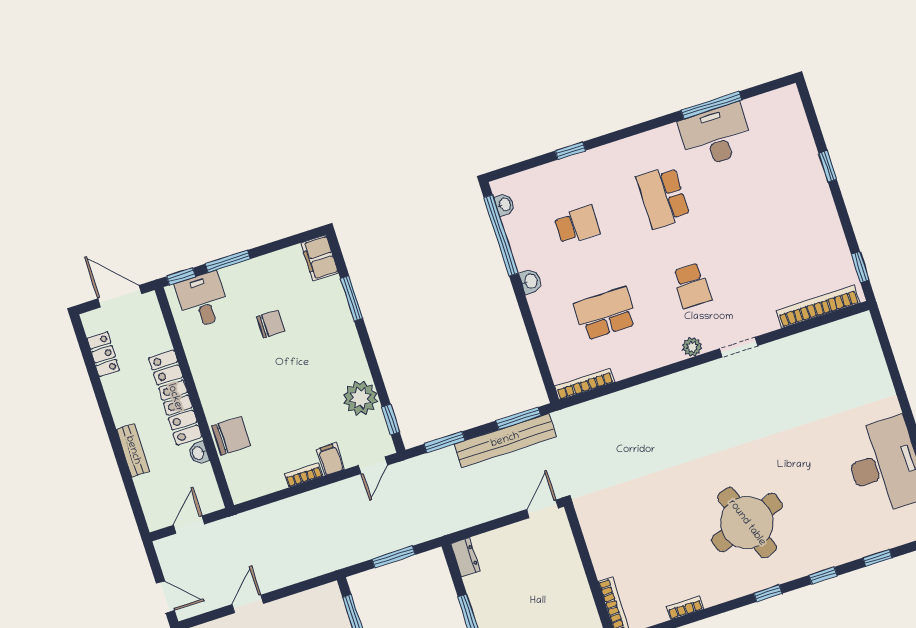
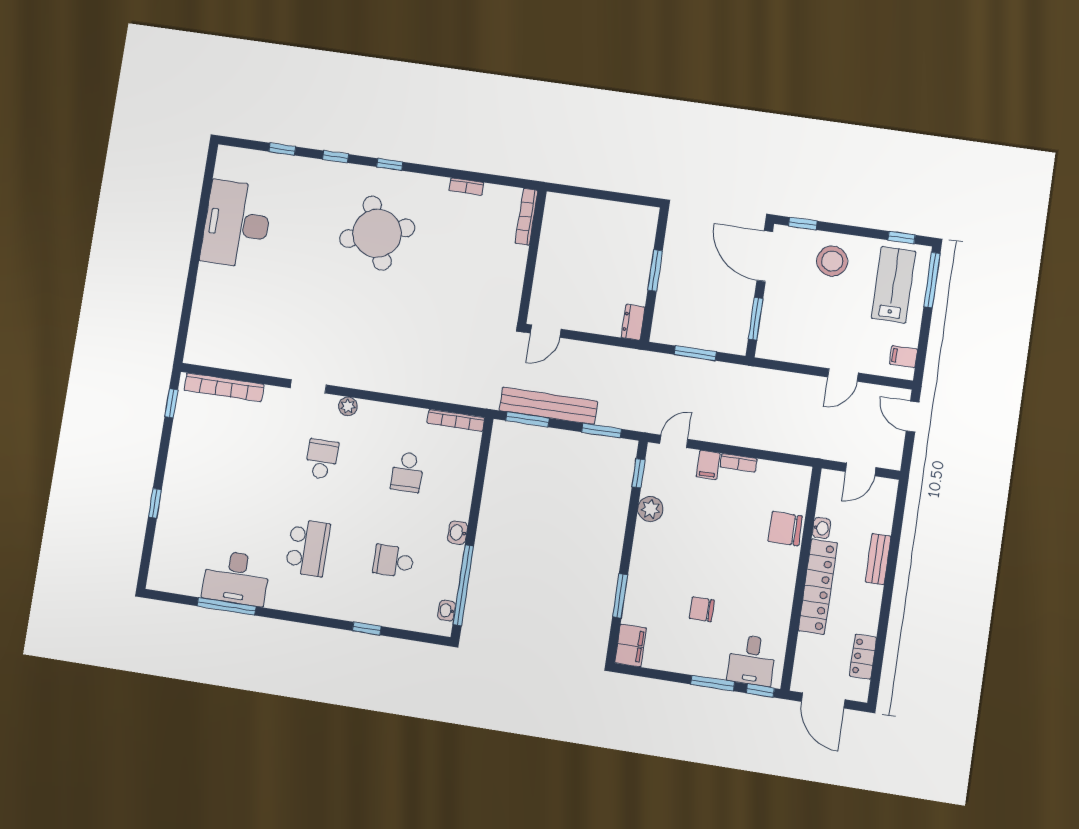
school desk: (606, 314) -> (407, 472), width x0.54
plant: (360, 398) -> (650, 509), width x0.73, depth x0.73

